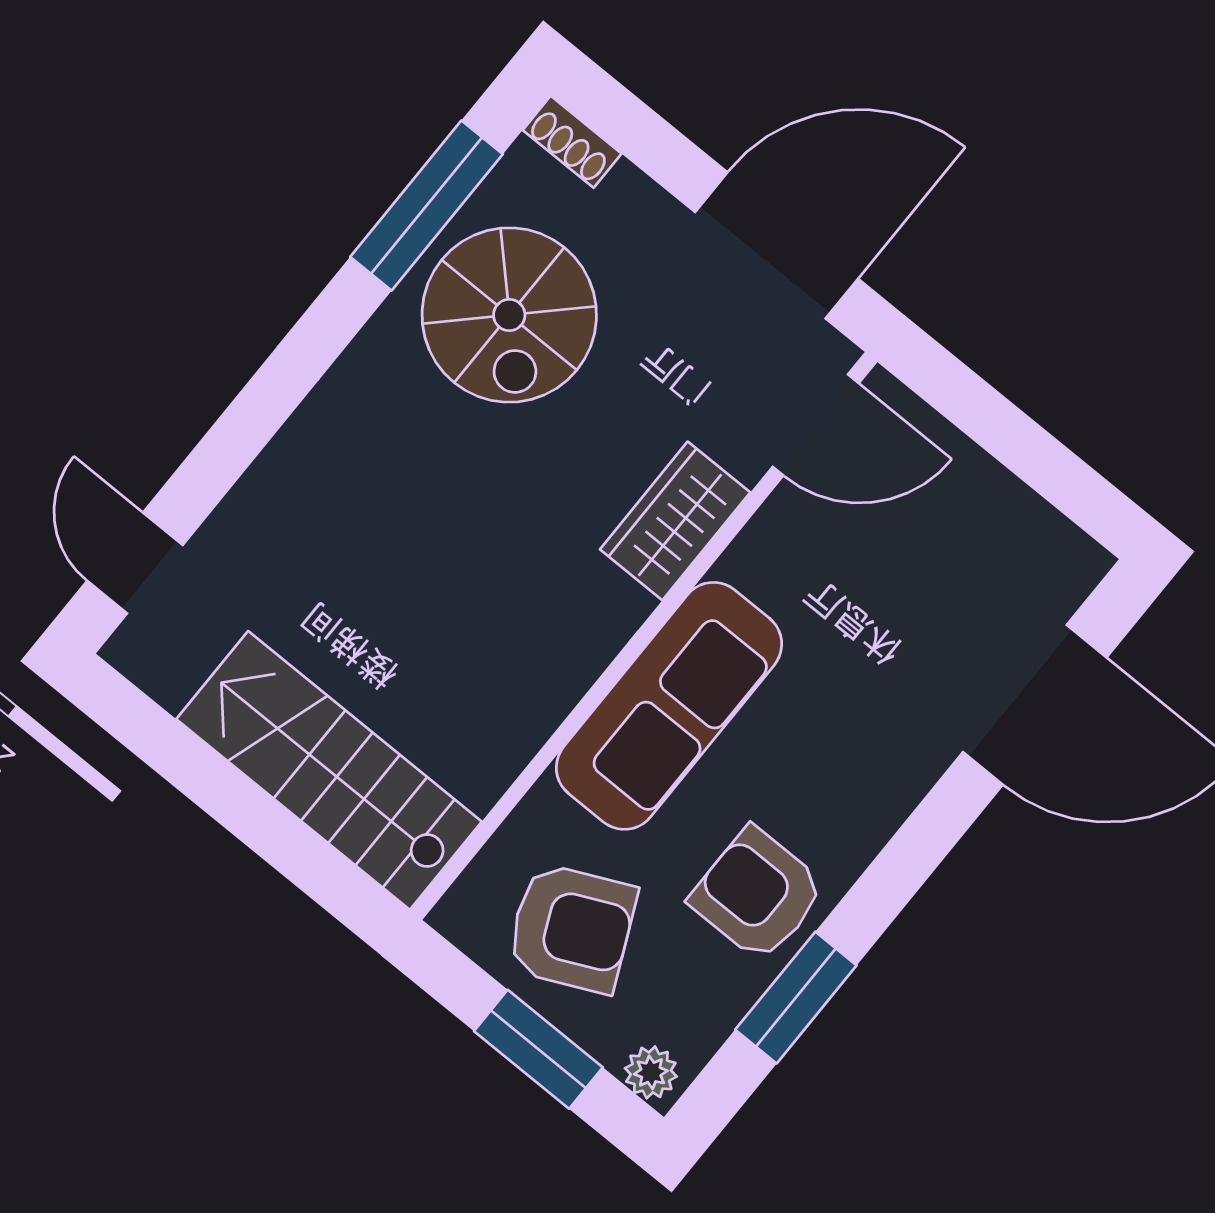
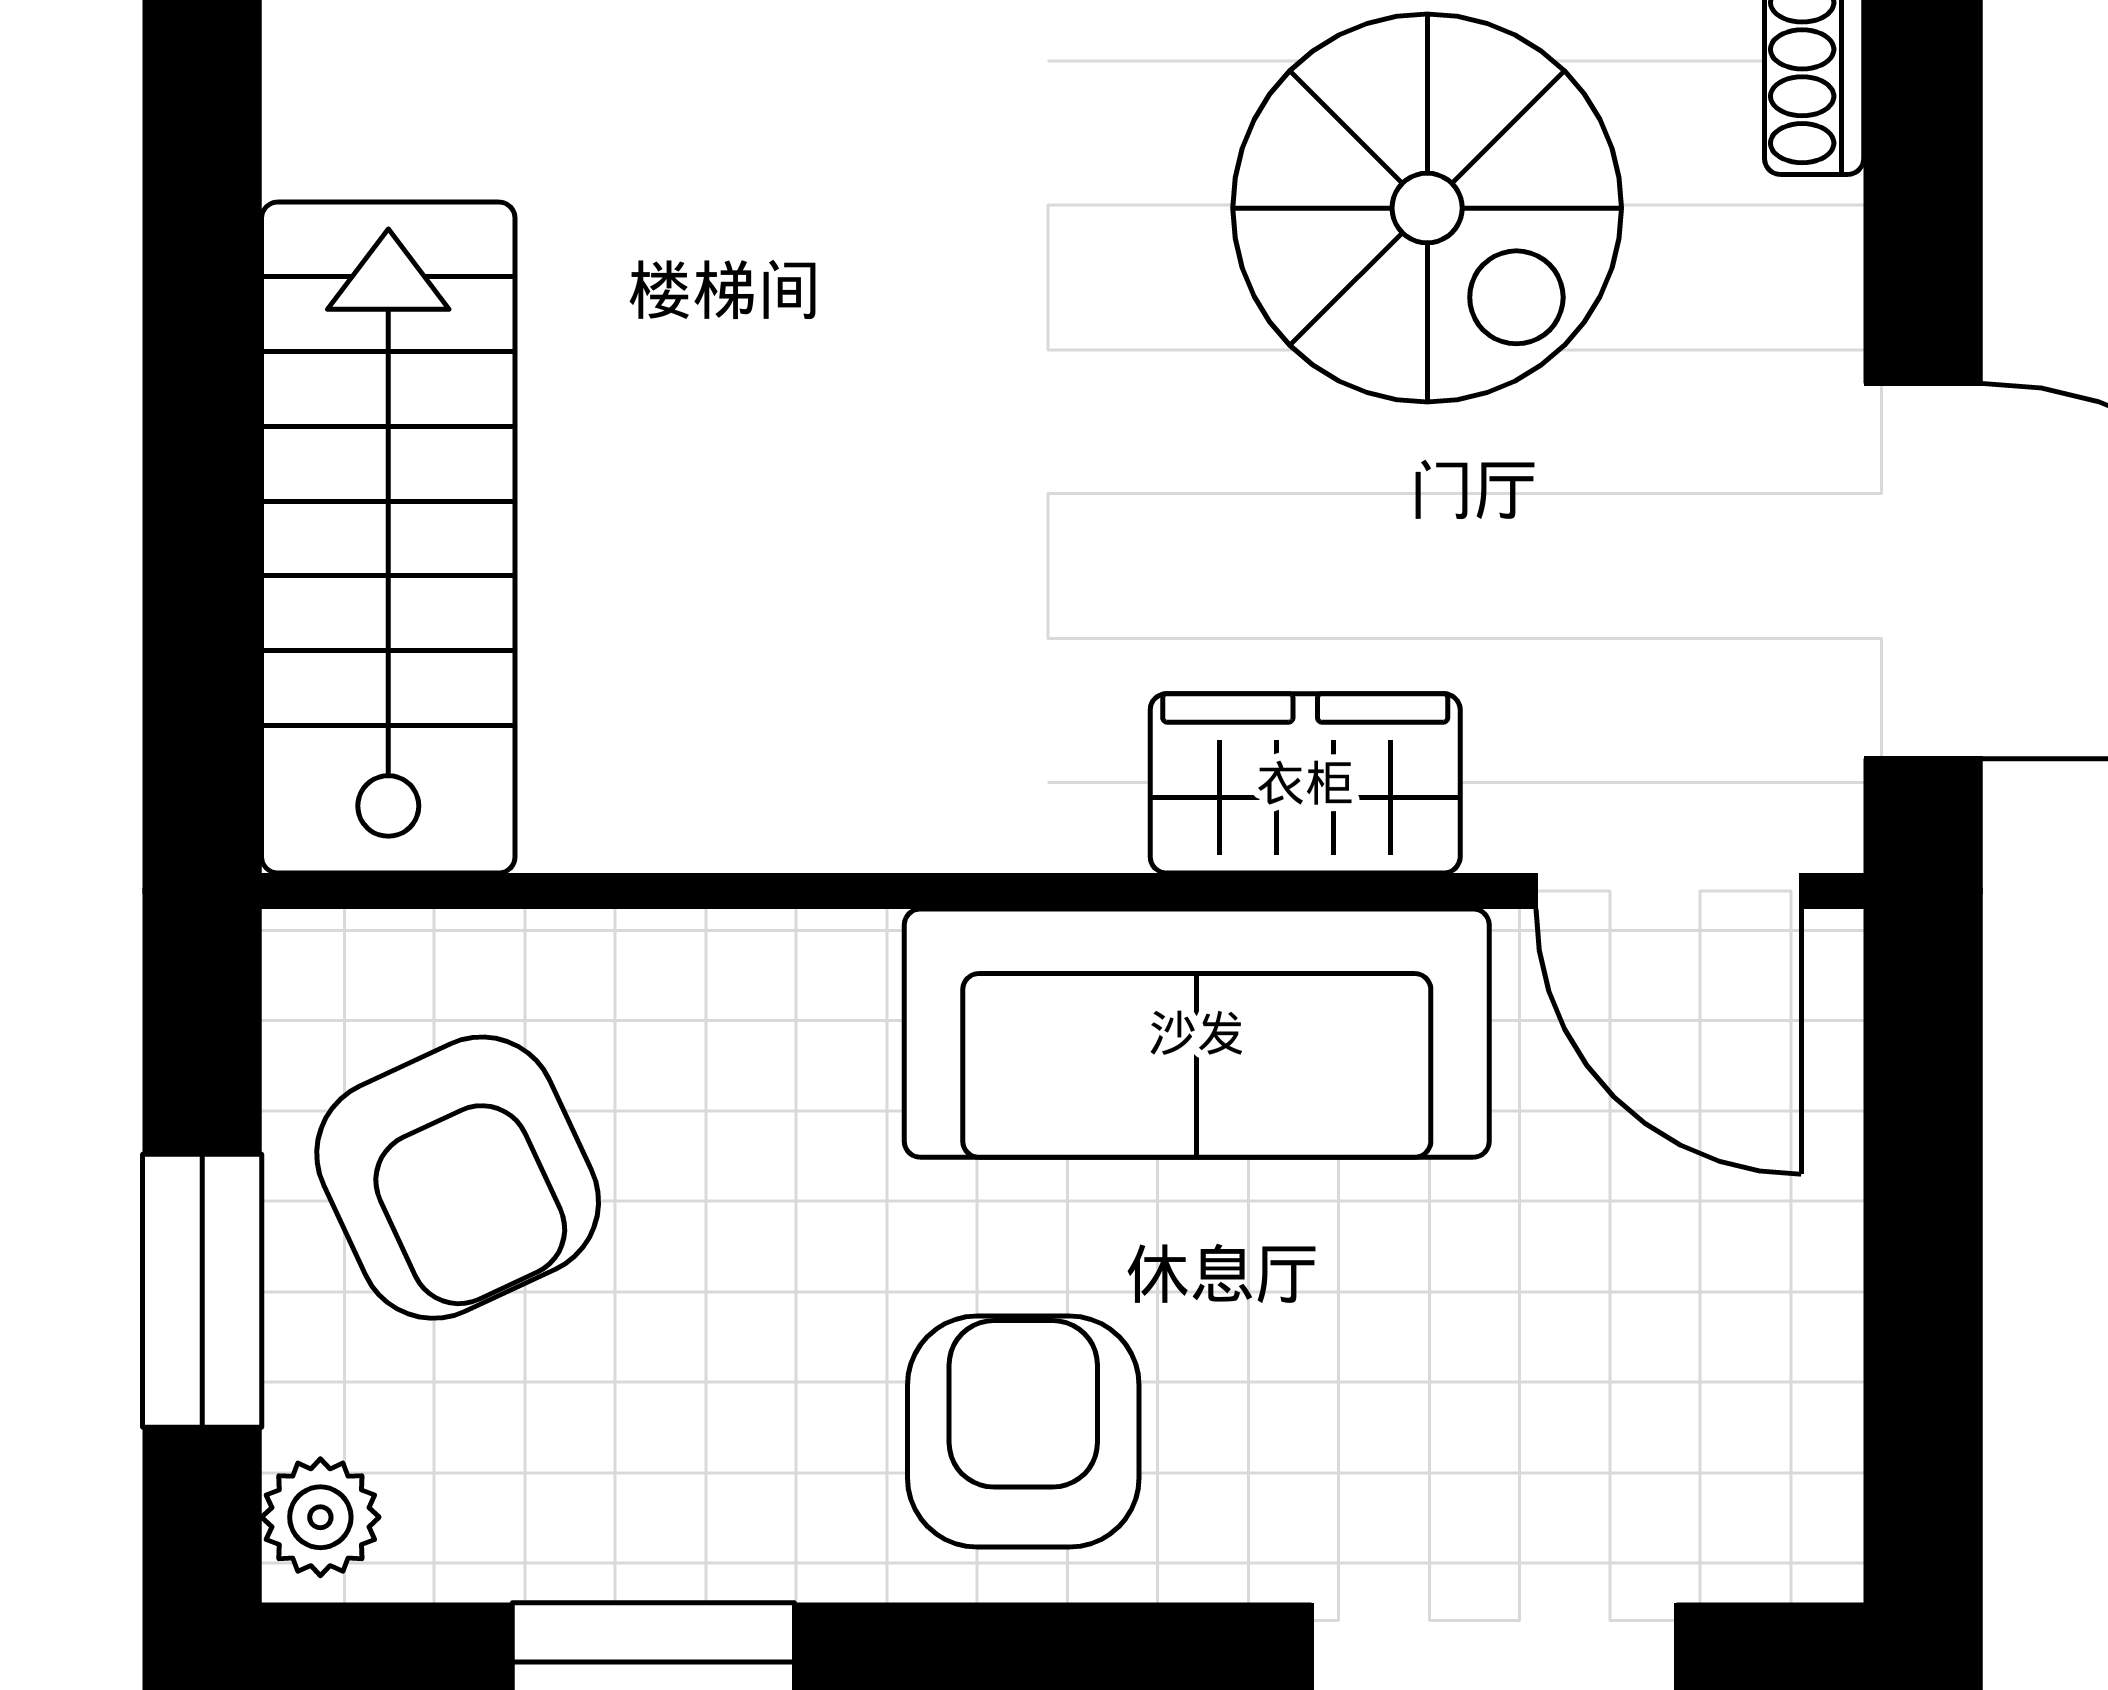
spiral stairs: (509, 315) -> (1427, 208), turned -90
sofa: (669, 706) -> (1197, 1033), moved
armchair: (758, 894) -> (1023, 1432), moved

